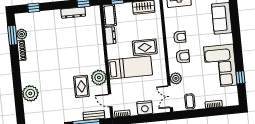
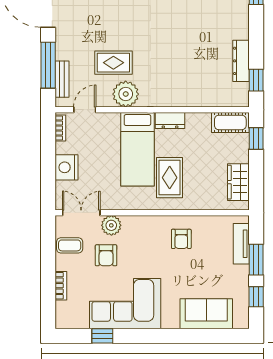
dresser: (110, 36) -> (170, 121), moved
armchair: (183, 56) -> (106, 255), moved

